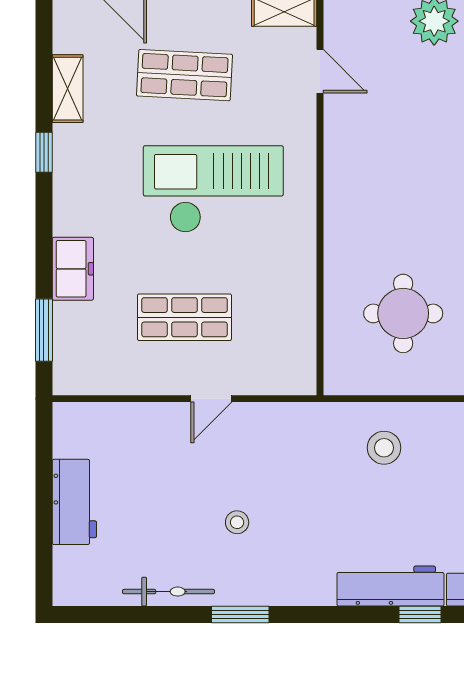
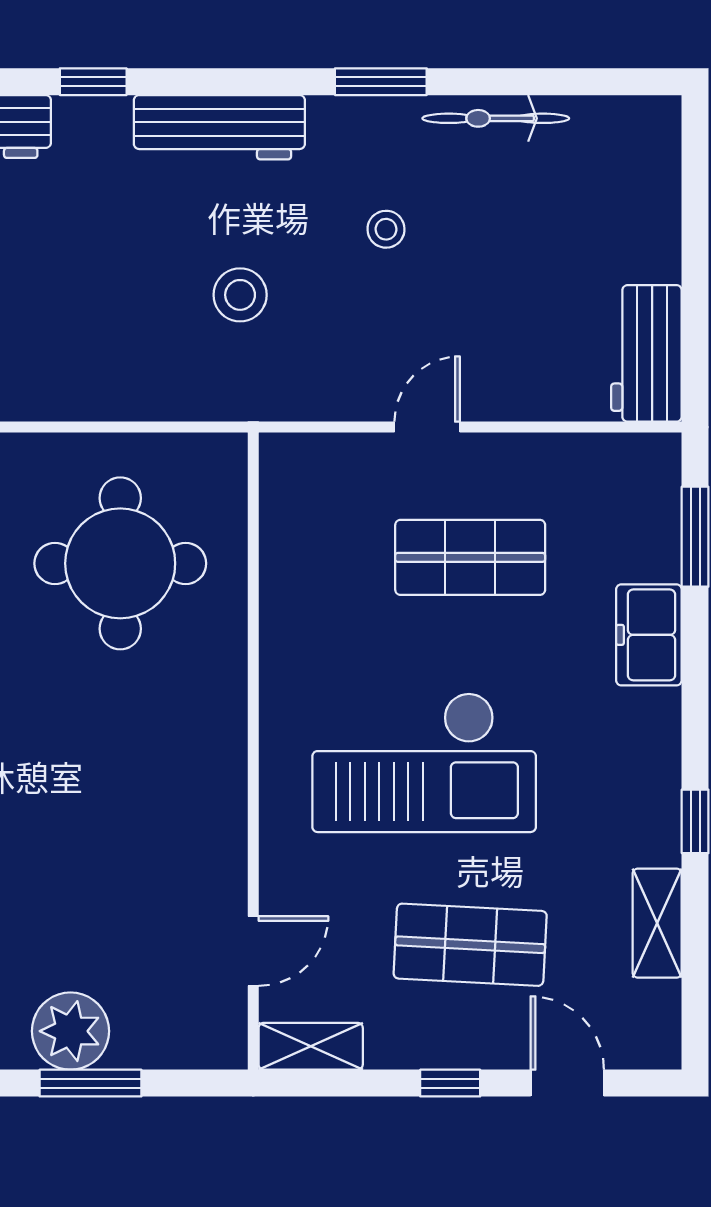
door: (320, 71) -> (253, 951), swing flipped
round table: (403, 313) -> (120, 563), width x1.36, depth x1.36
stool: (384, 448) -> (240, 295), moved
workbench: (74, 502) -> (646, 353), moved
workbench: (390, 586) -> (219, 127), moved

